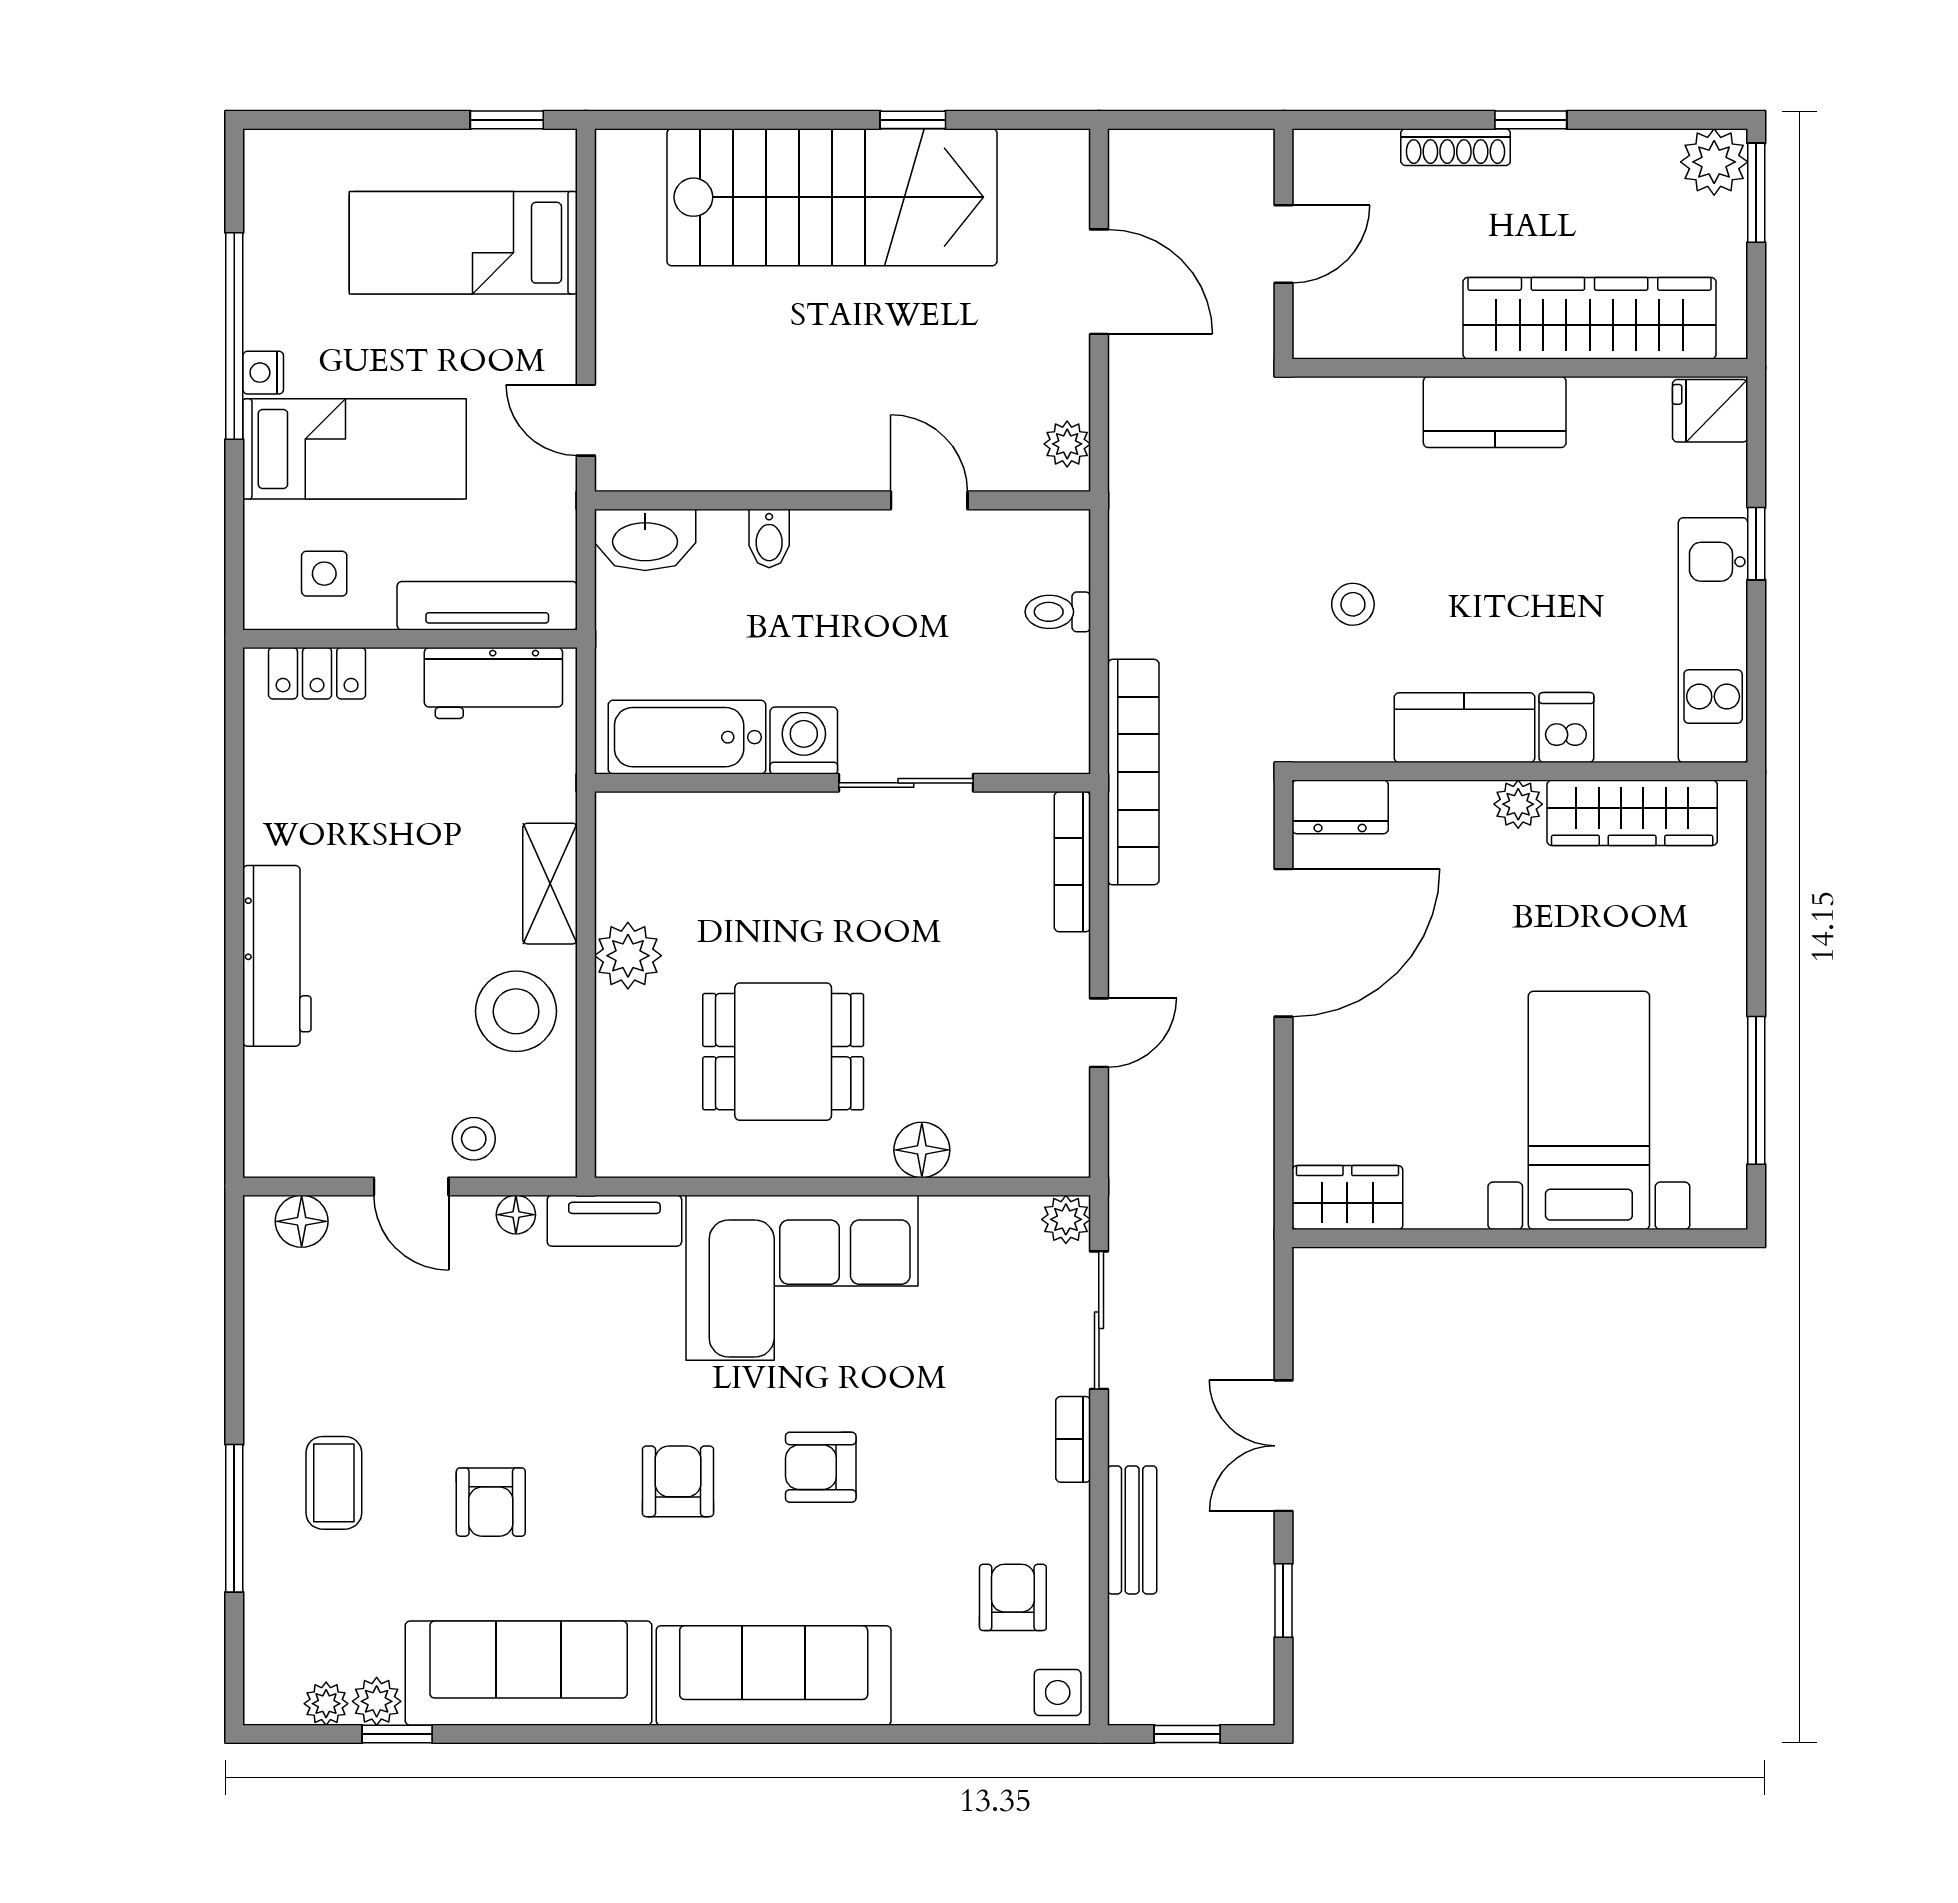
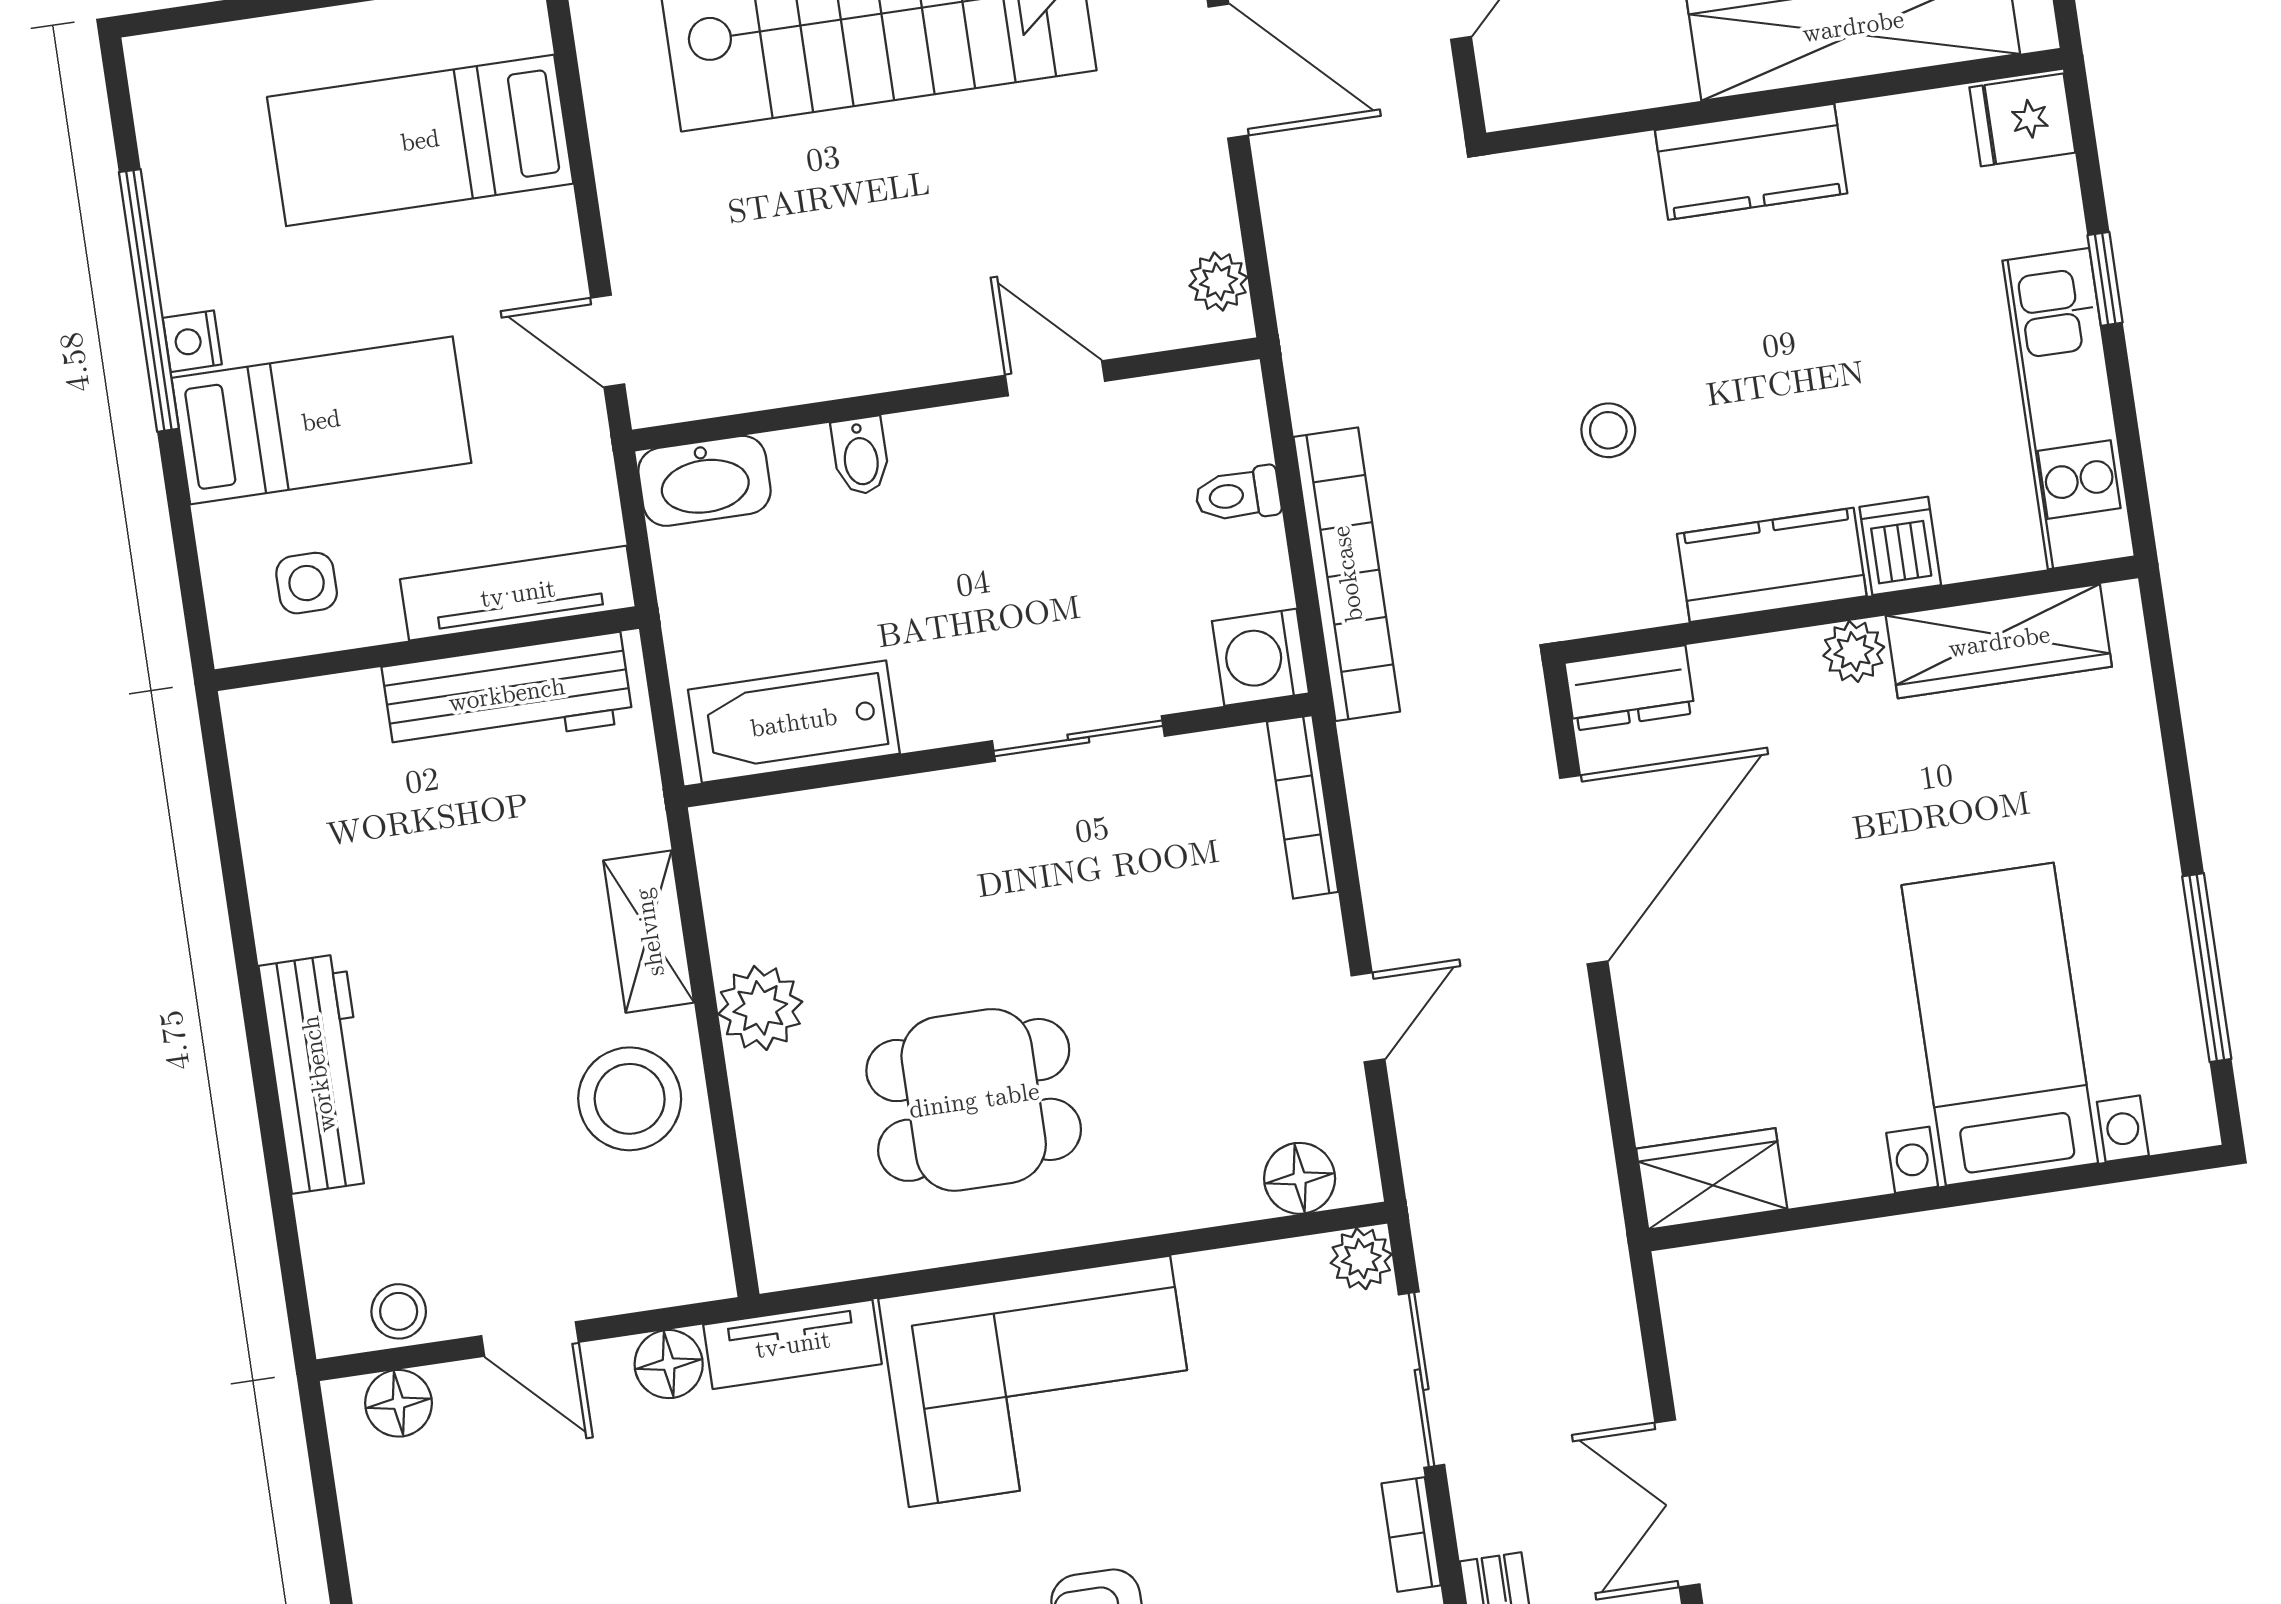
locker: (317, 673) -> (316, 710), removed
workbench: (493, 683) -> (507, 694), width x1.38
washing machine: (804, 741) -> (1260, 657), moved, turned -90
bookcase: (1133, 772) -> (1347, 574), moved
stool: (474, 1139) -> (399, 1311), moved
floor lamp: (922, 1150) -> (1300, 1178), moved
floor lamp: (516, 1215) -> (669, 1364), width x1.37, depth x1.37

